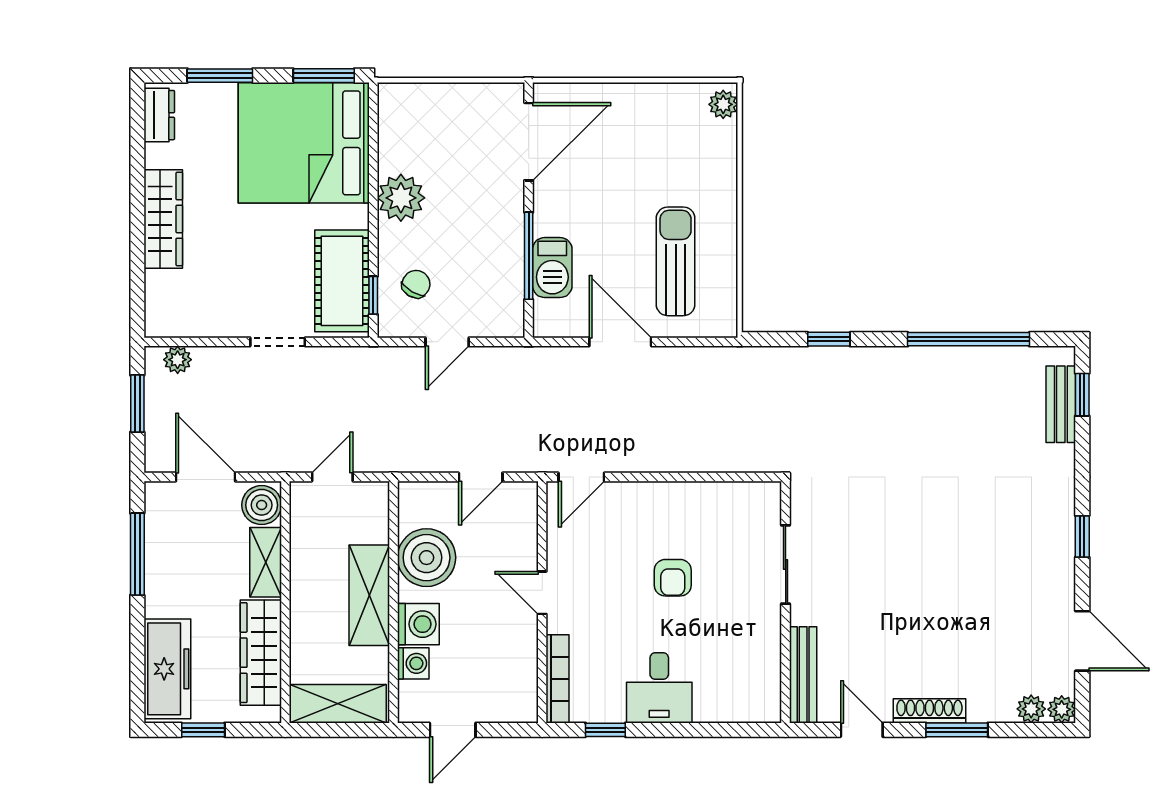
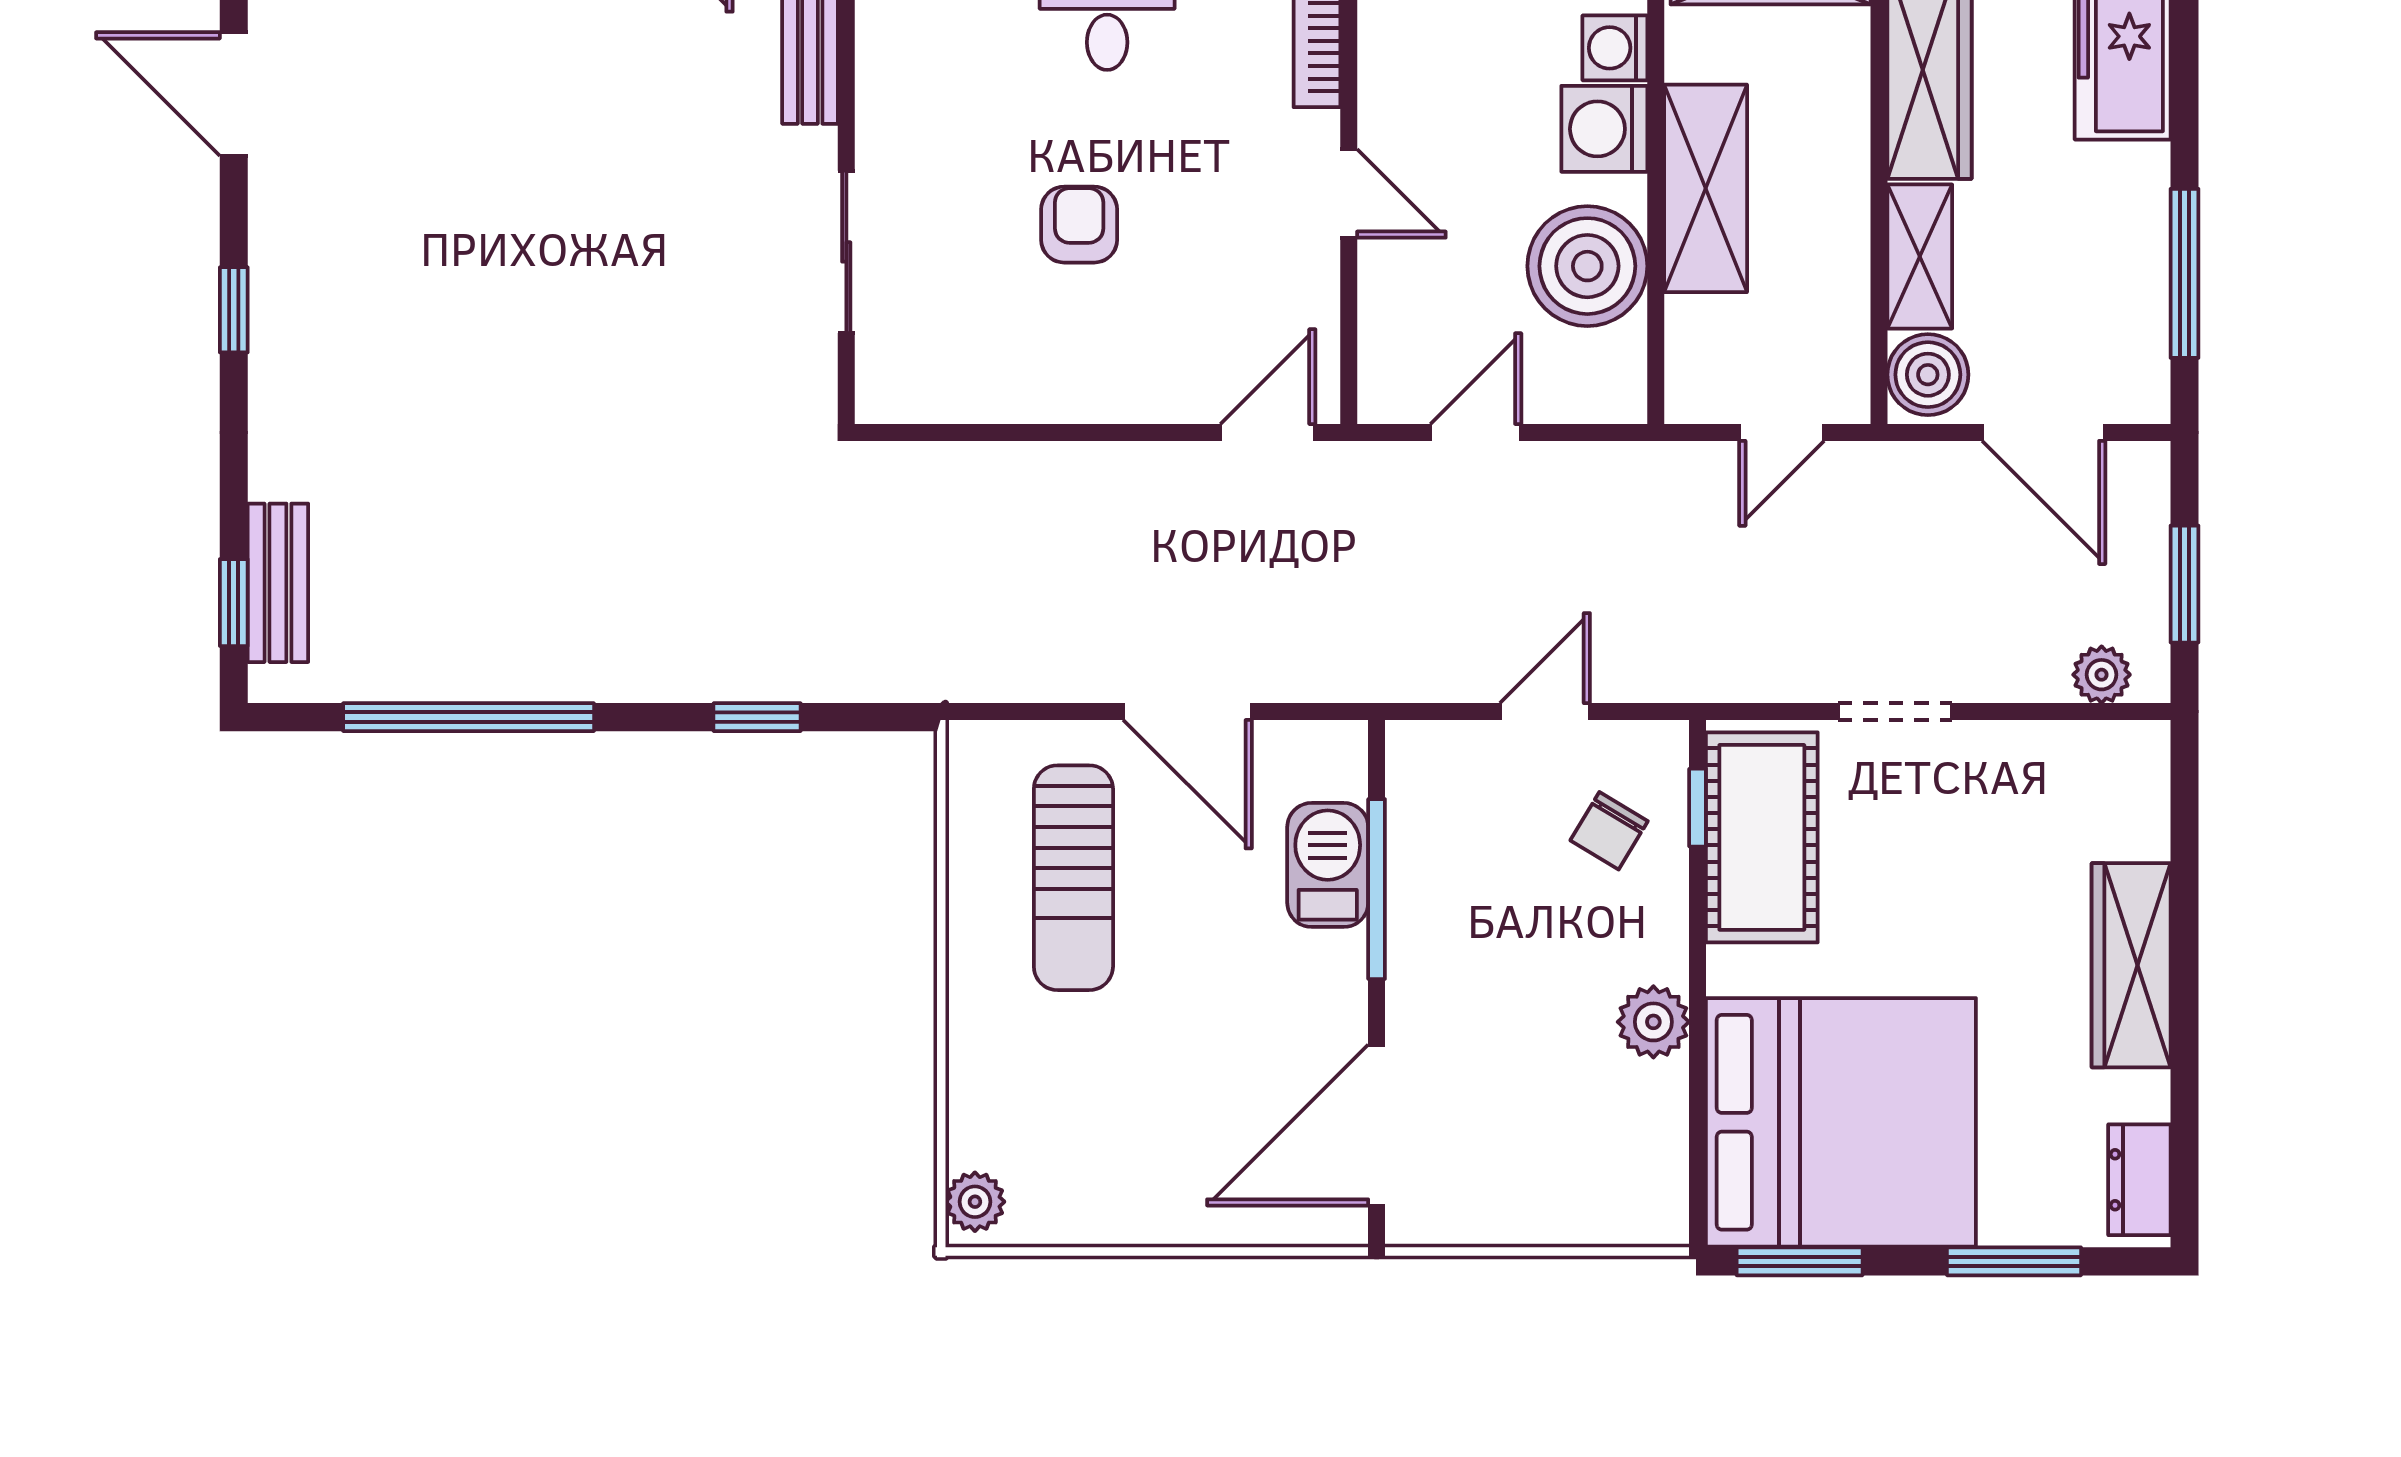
plant: (401, 198) -> (1653, 1022), width x0.73, depth x0.73

